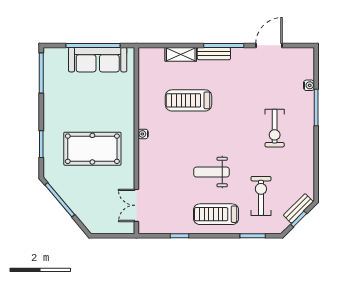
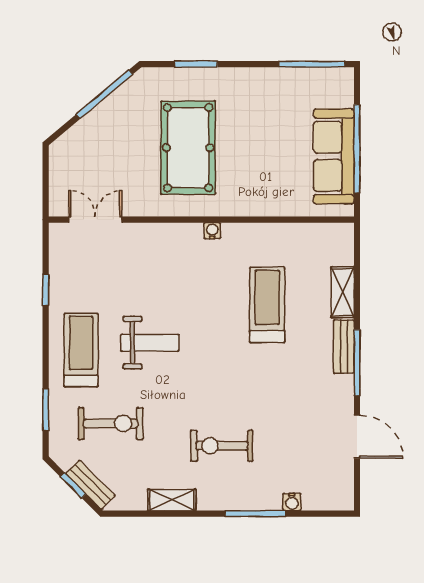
shelving: (308, 159) -> (172, 500), added
weight bench: (212, 172) -> (150, 343), turned 90

